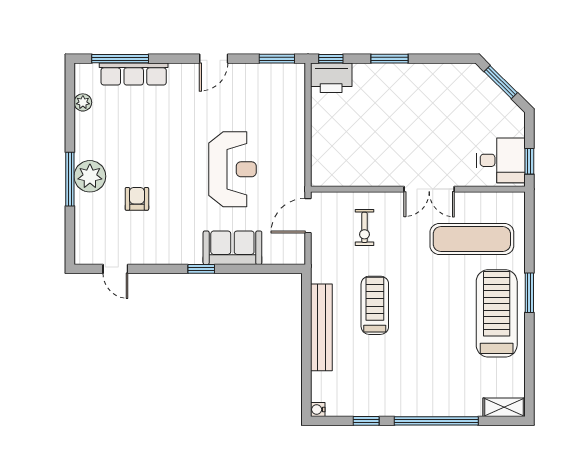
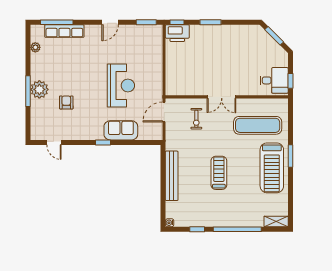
double door: (429, 189) -> (222, 97), moved
treadmill: (375, 305) -> (219, 173), moved
treadmill: (497, 313) -> (272, 168), turned 180

